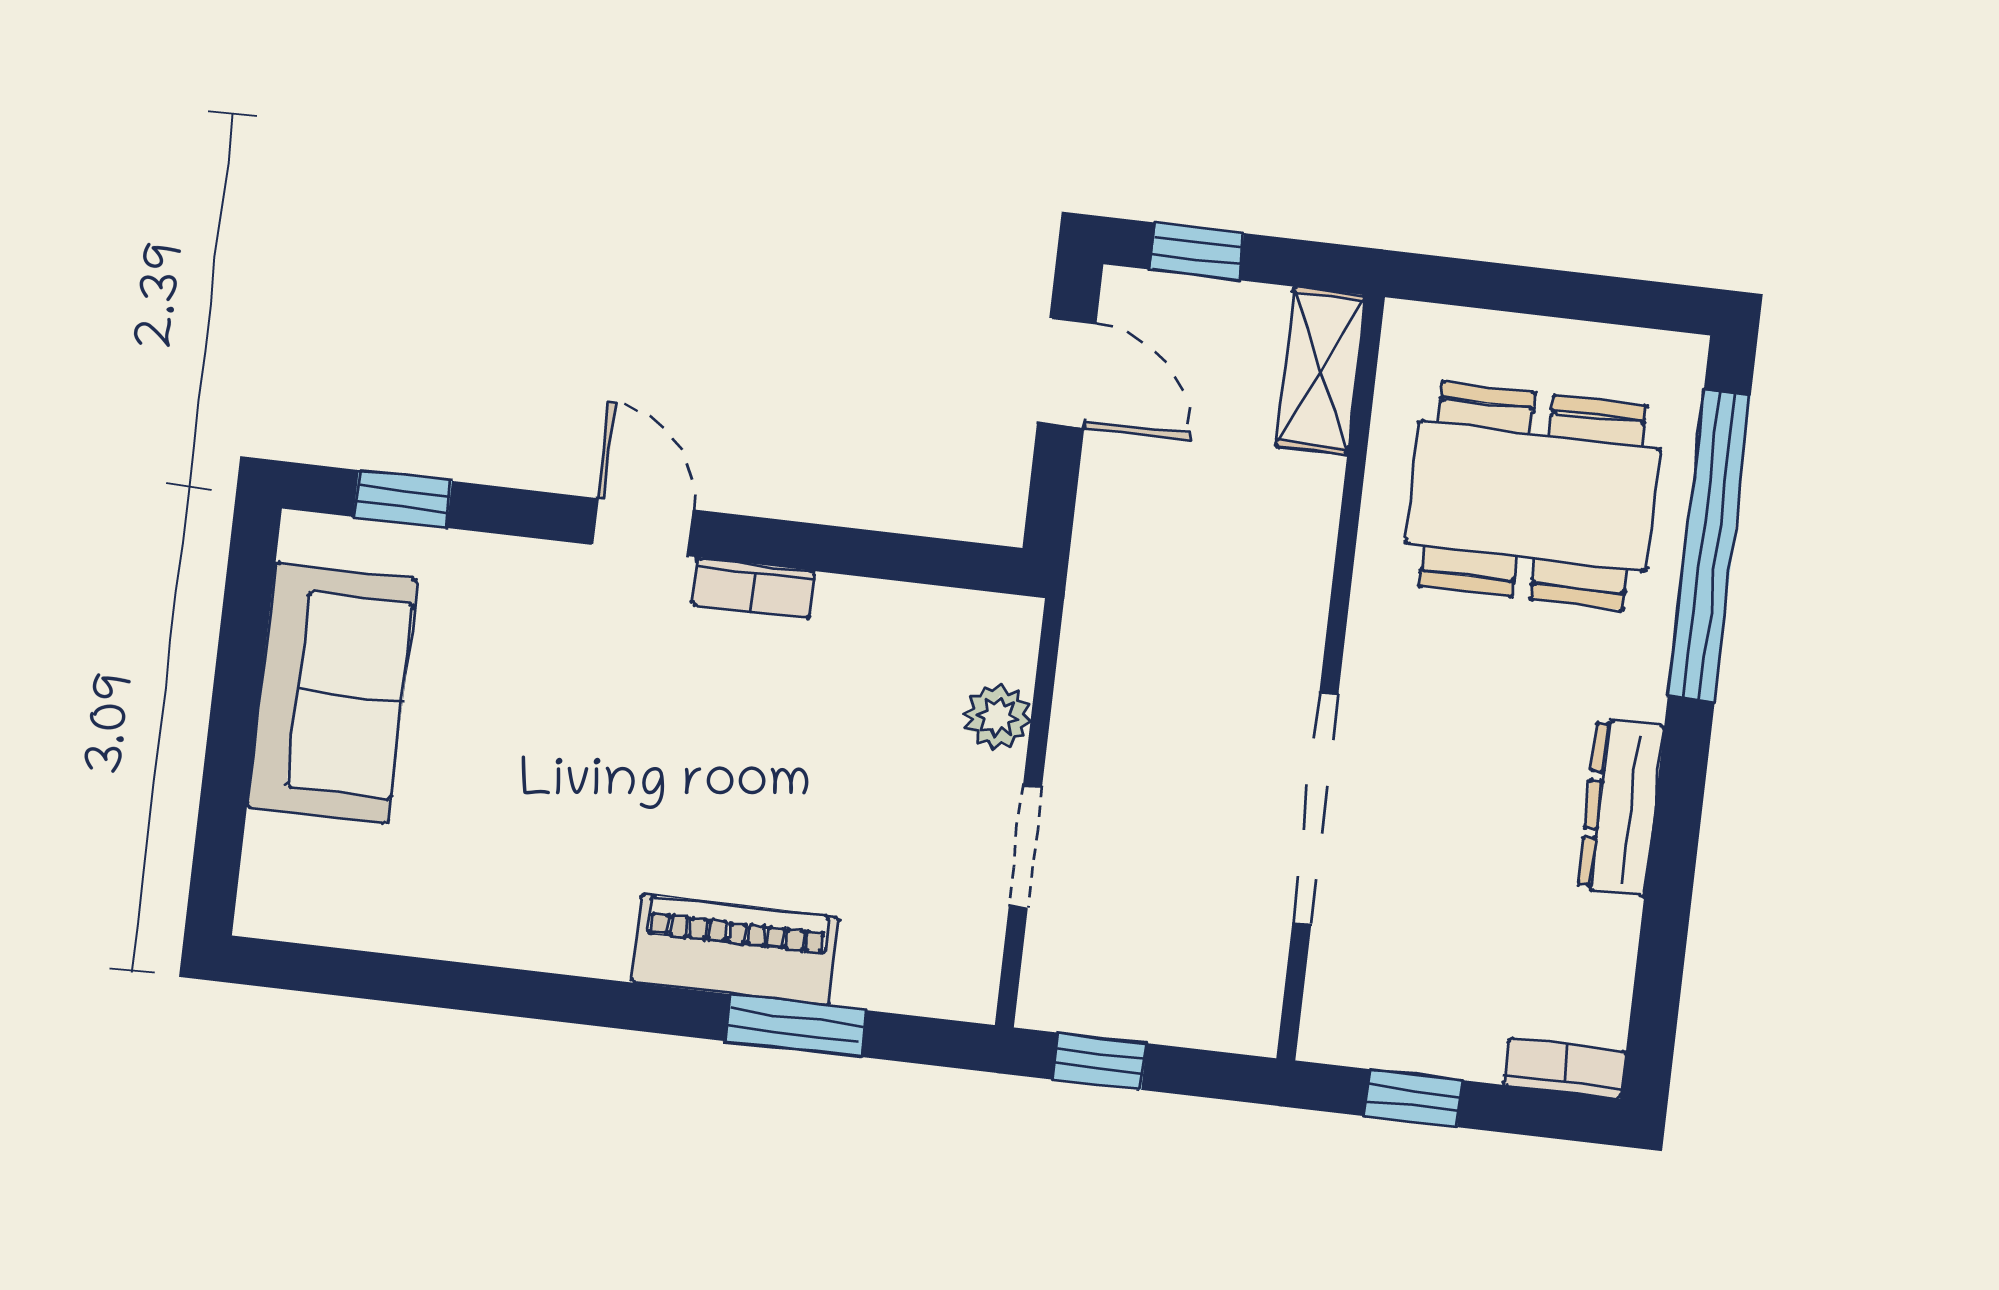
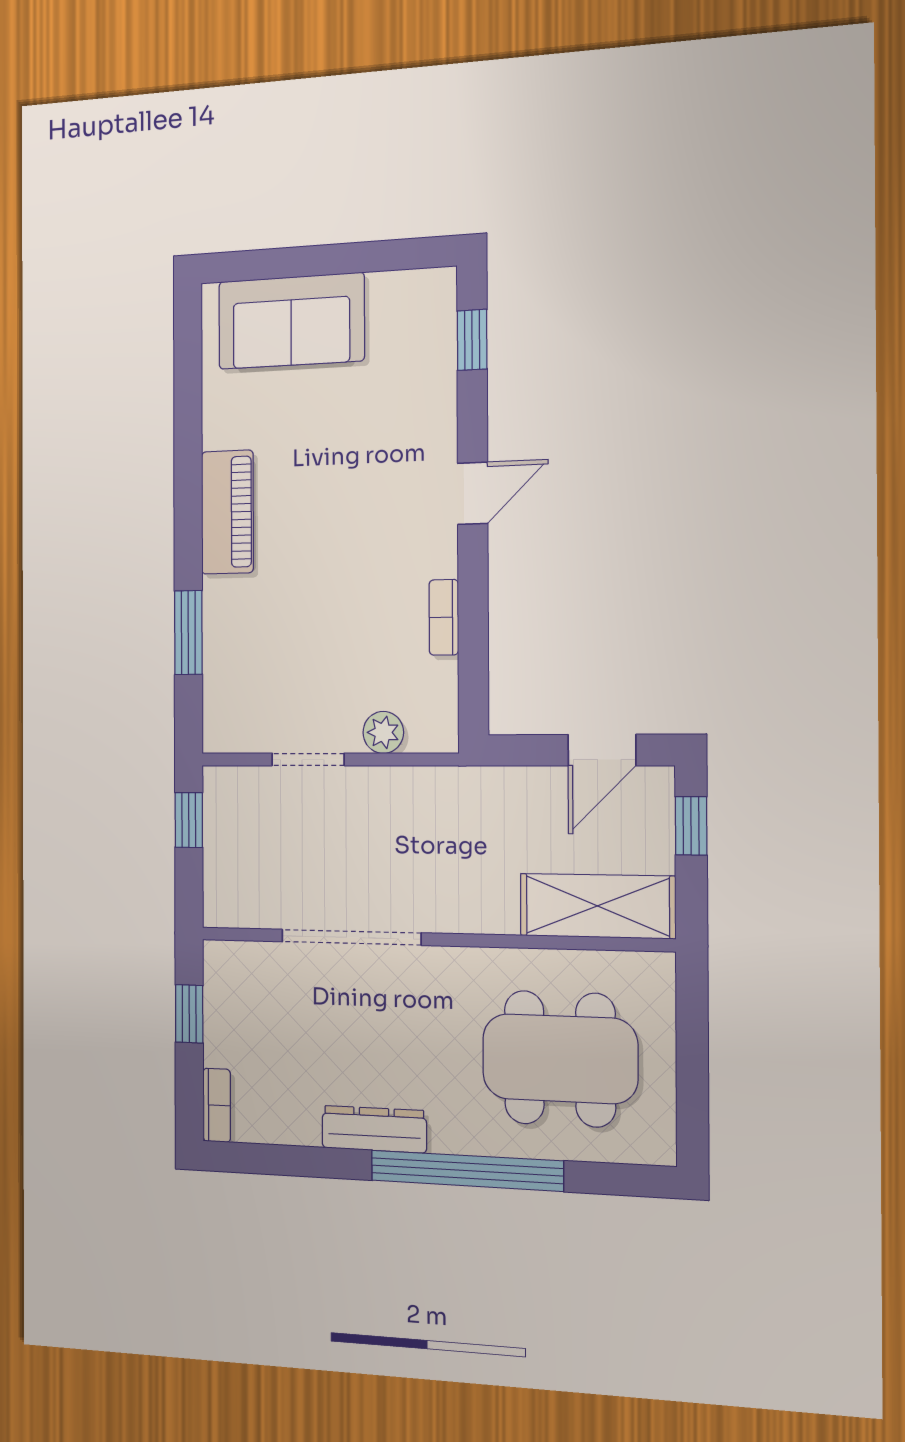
shelving: (1321, 371) -> (597, 906), width x1.50, depth x1.33
dining table: (1533, 496) -> (560, 1059), turned 90
window: (1709, 546) -> (467, 1171), moved
bookcase: (753, 588) -> (444, 617), moved
sofa: (332, 693) -> (291, 321), moved
piano: (735, 950) -> (227, 512), moved

